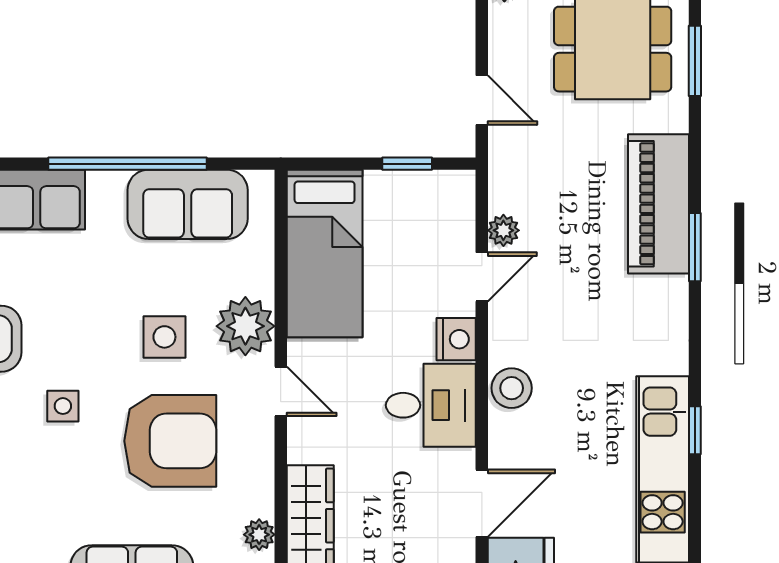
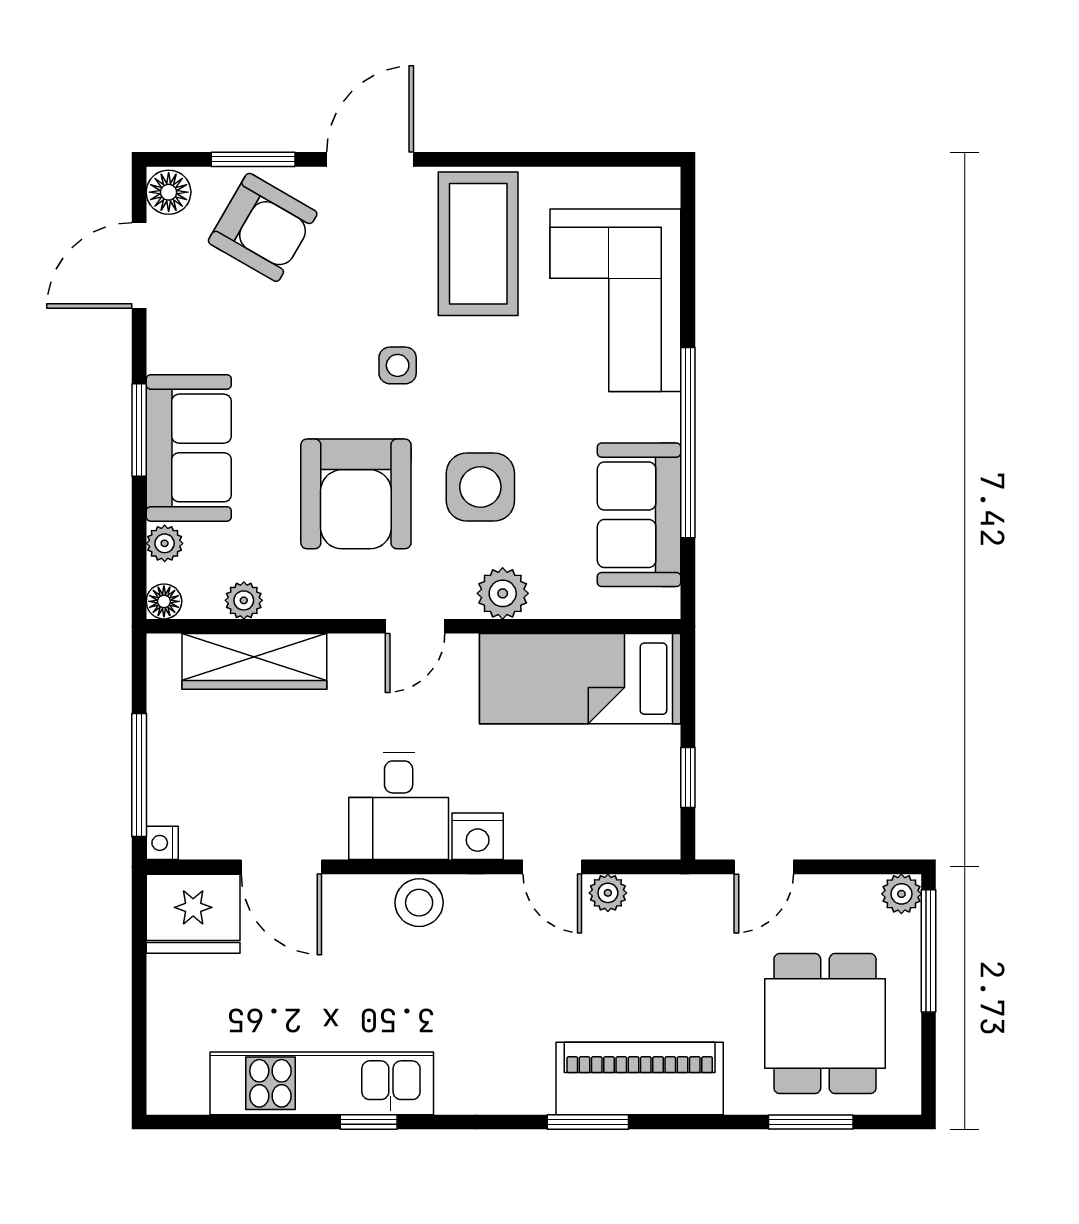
plant: (245, 326) -> (503, 593), width x0.73, depth x0.73
side table: (164, 337) -> (480, 487), width x1.37, depth x1.37

